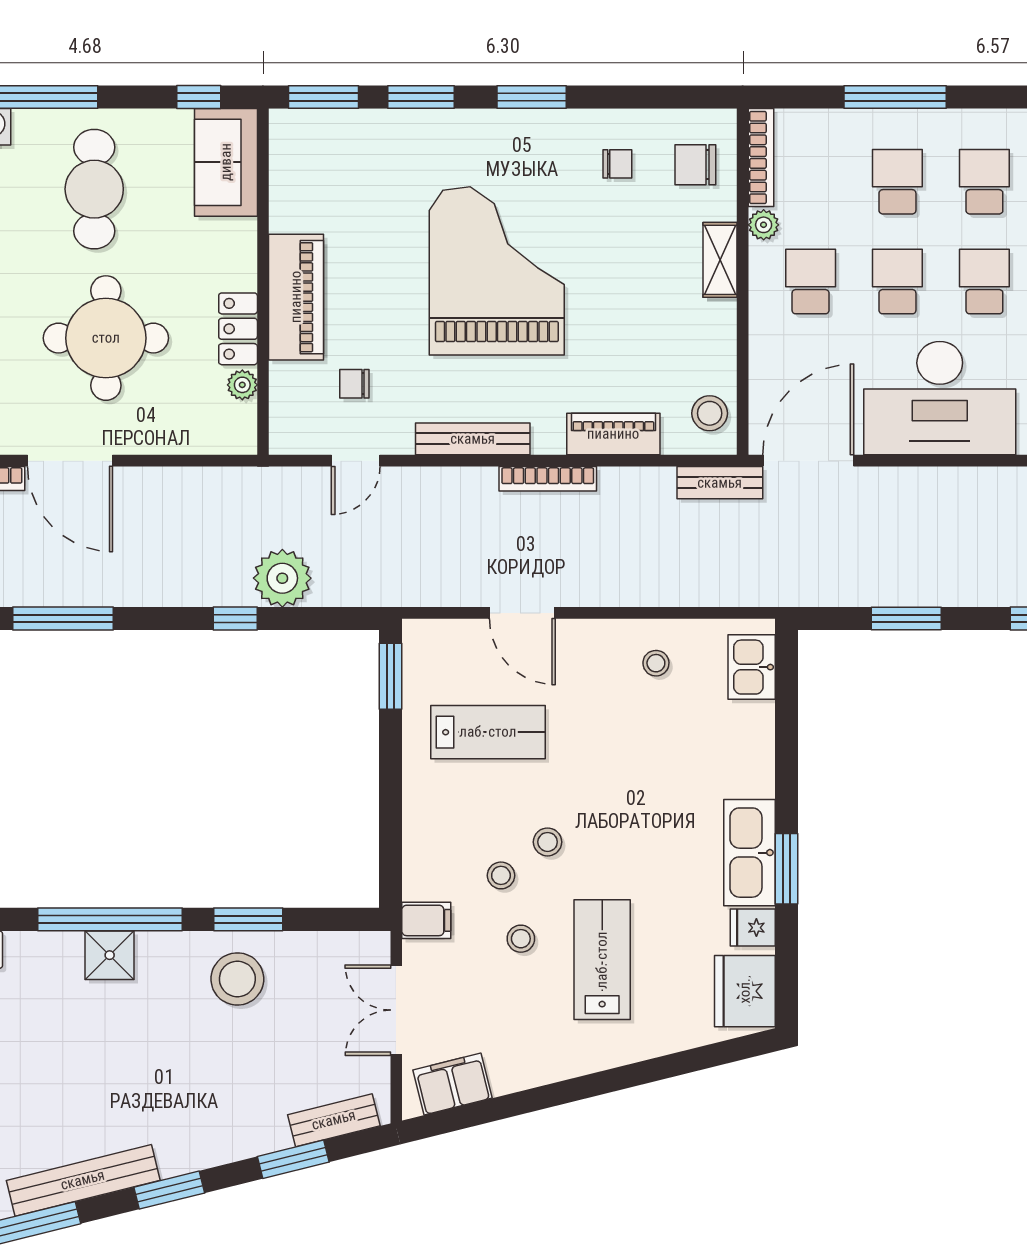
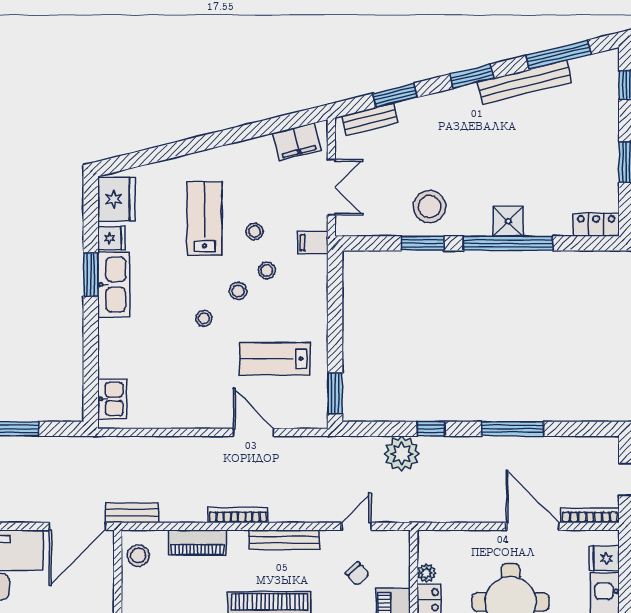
chair: (354, 384) -> (357, 574), turned 48
window: (63, 619) -> (513, 429), moved
stool: (656, 663) -> (204, 318), moved
lab bench: (602, 960) -> (204, 218), turned 180

